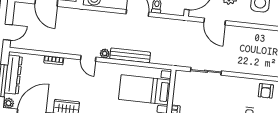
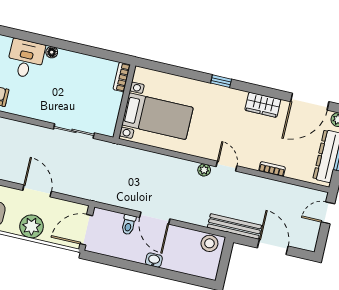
door: (215, 22) -> (37, 191), moved
bench: (130, 55) -> (234, 226), moved

